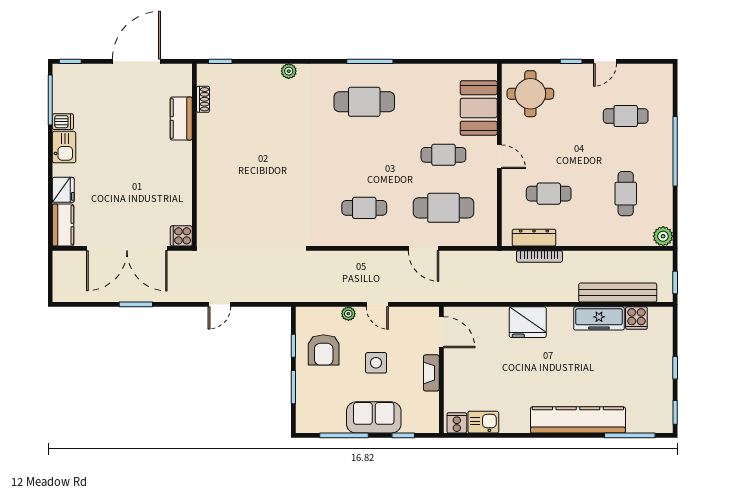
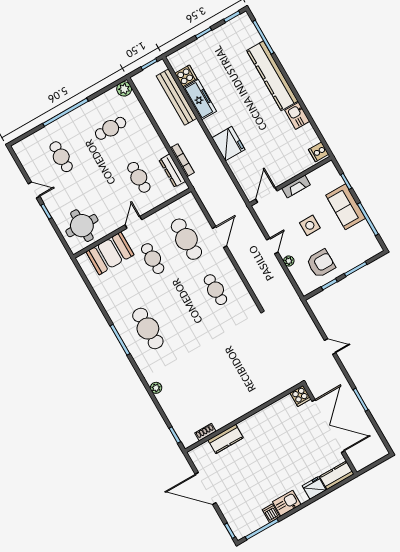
kitchen sink: (483, 422) -> (297, 116), moved

